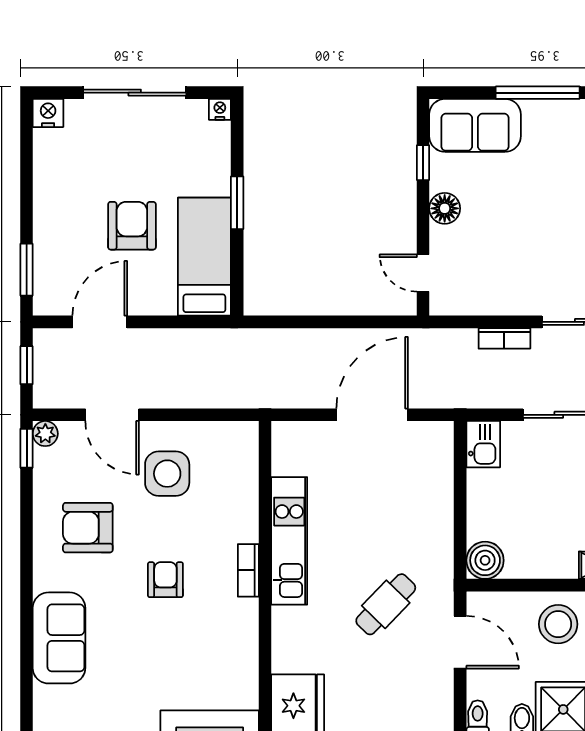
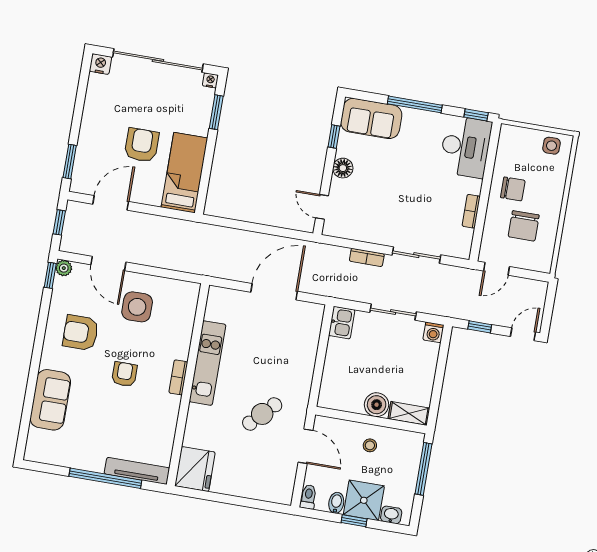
sliding door: (135, 93) -> (158, 61), width x1.36
window: (237, 203) -> (216, 112), moved
boiler: (485, 560) -> (377, 405), moved
stool: (558, 624) -> (370, 445), width x0.53, depth x0.53

